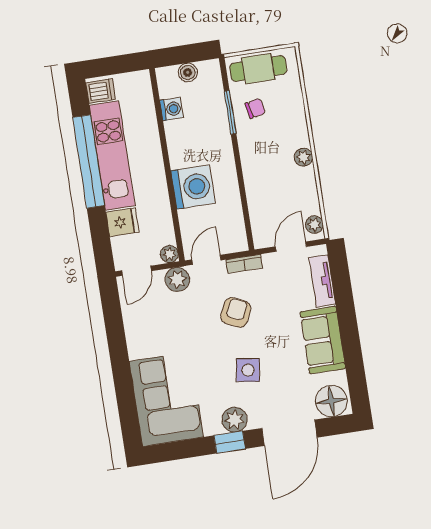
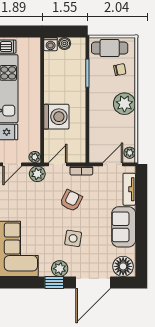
chair: (255, 108) -> (120, 70), moved
washing machine: (172, 109) -> (51, 44), moved, turned 90
plant: (303, 157) -> (124, 104), width x1.87, depth x1.87

